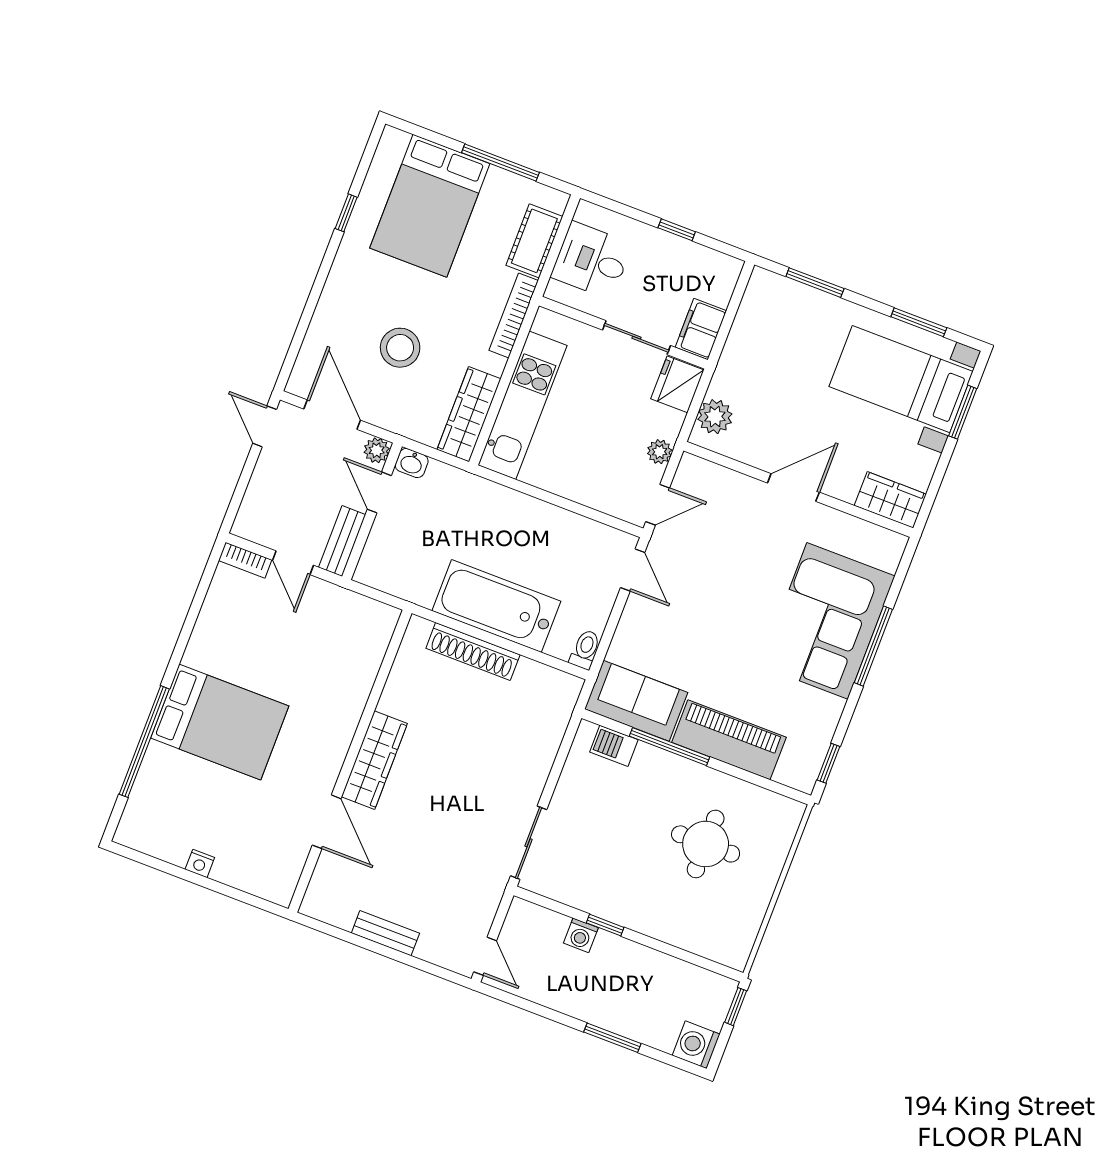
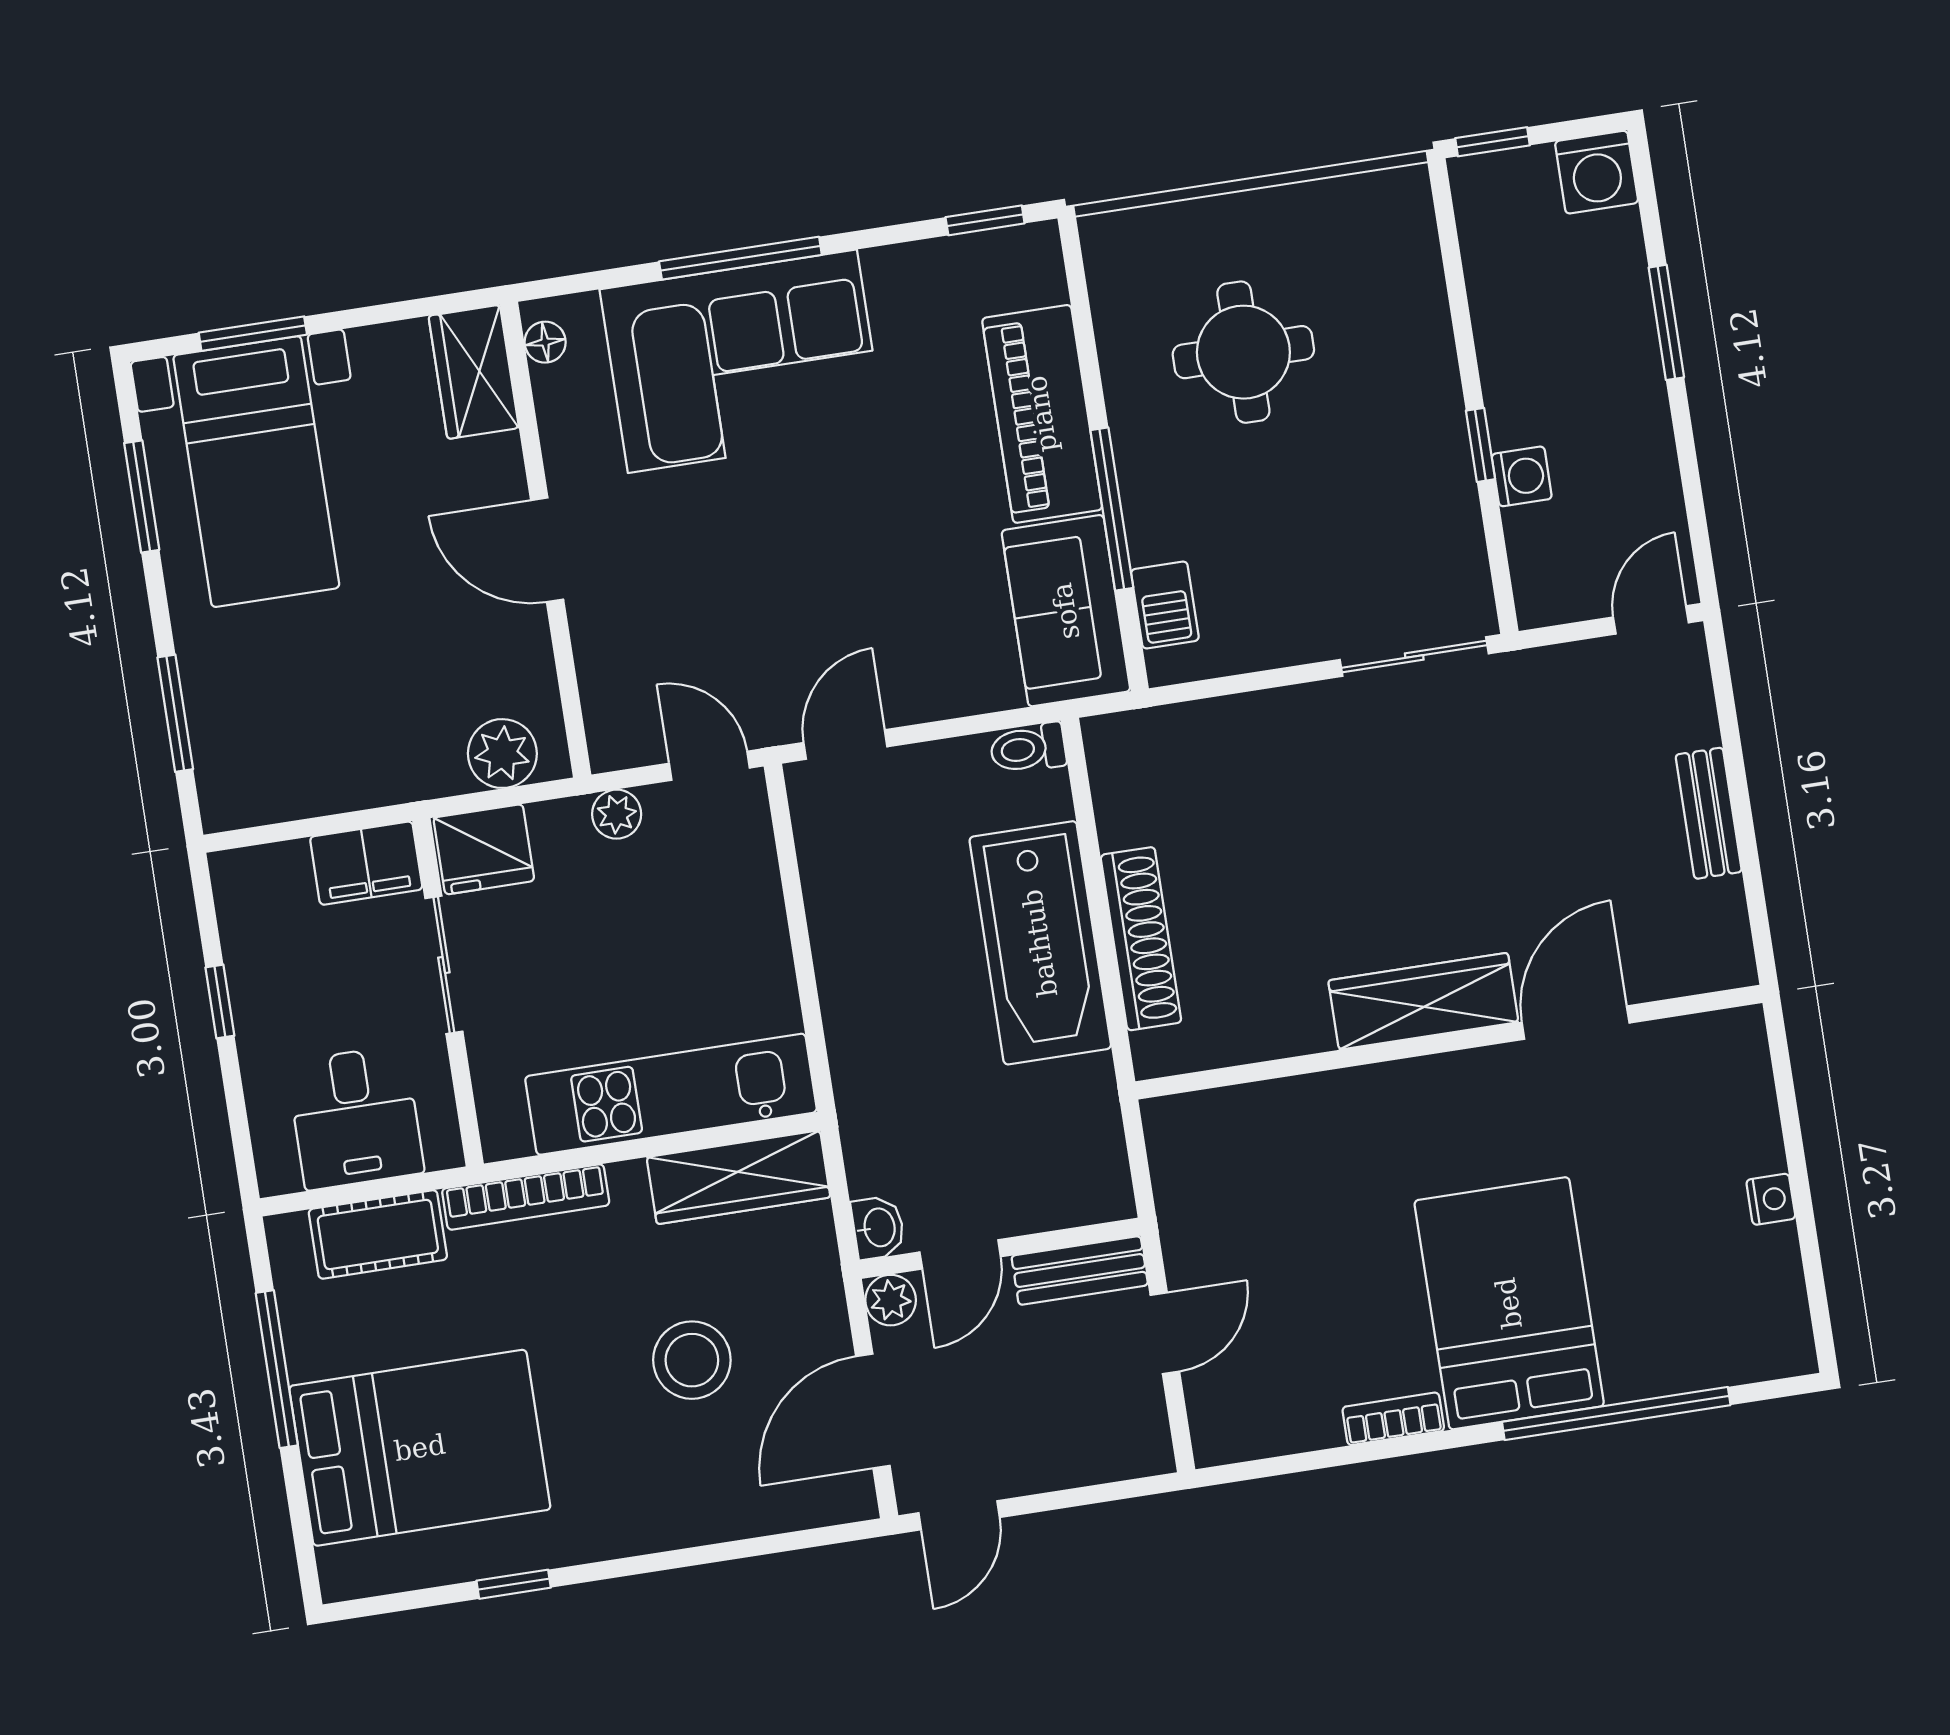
floor lamp: (885, 539) -> (545, 342), added
bookcase: (245, 560) -> (1393, 1419), moved, turned -90

